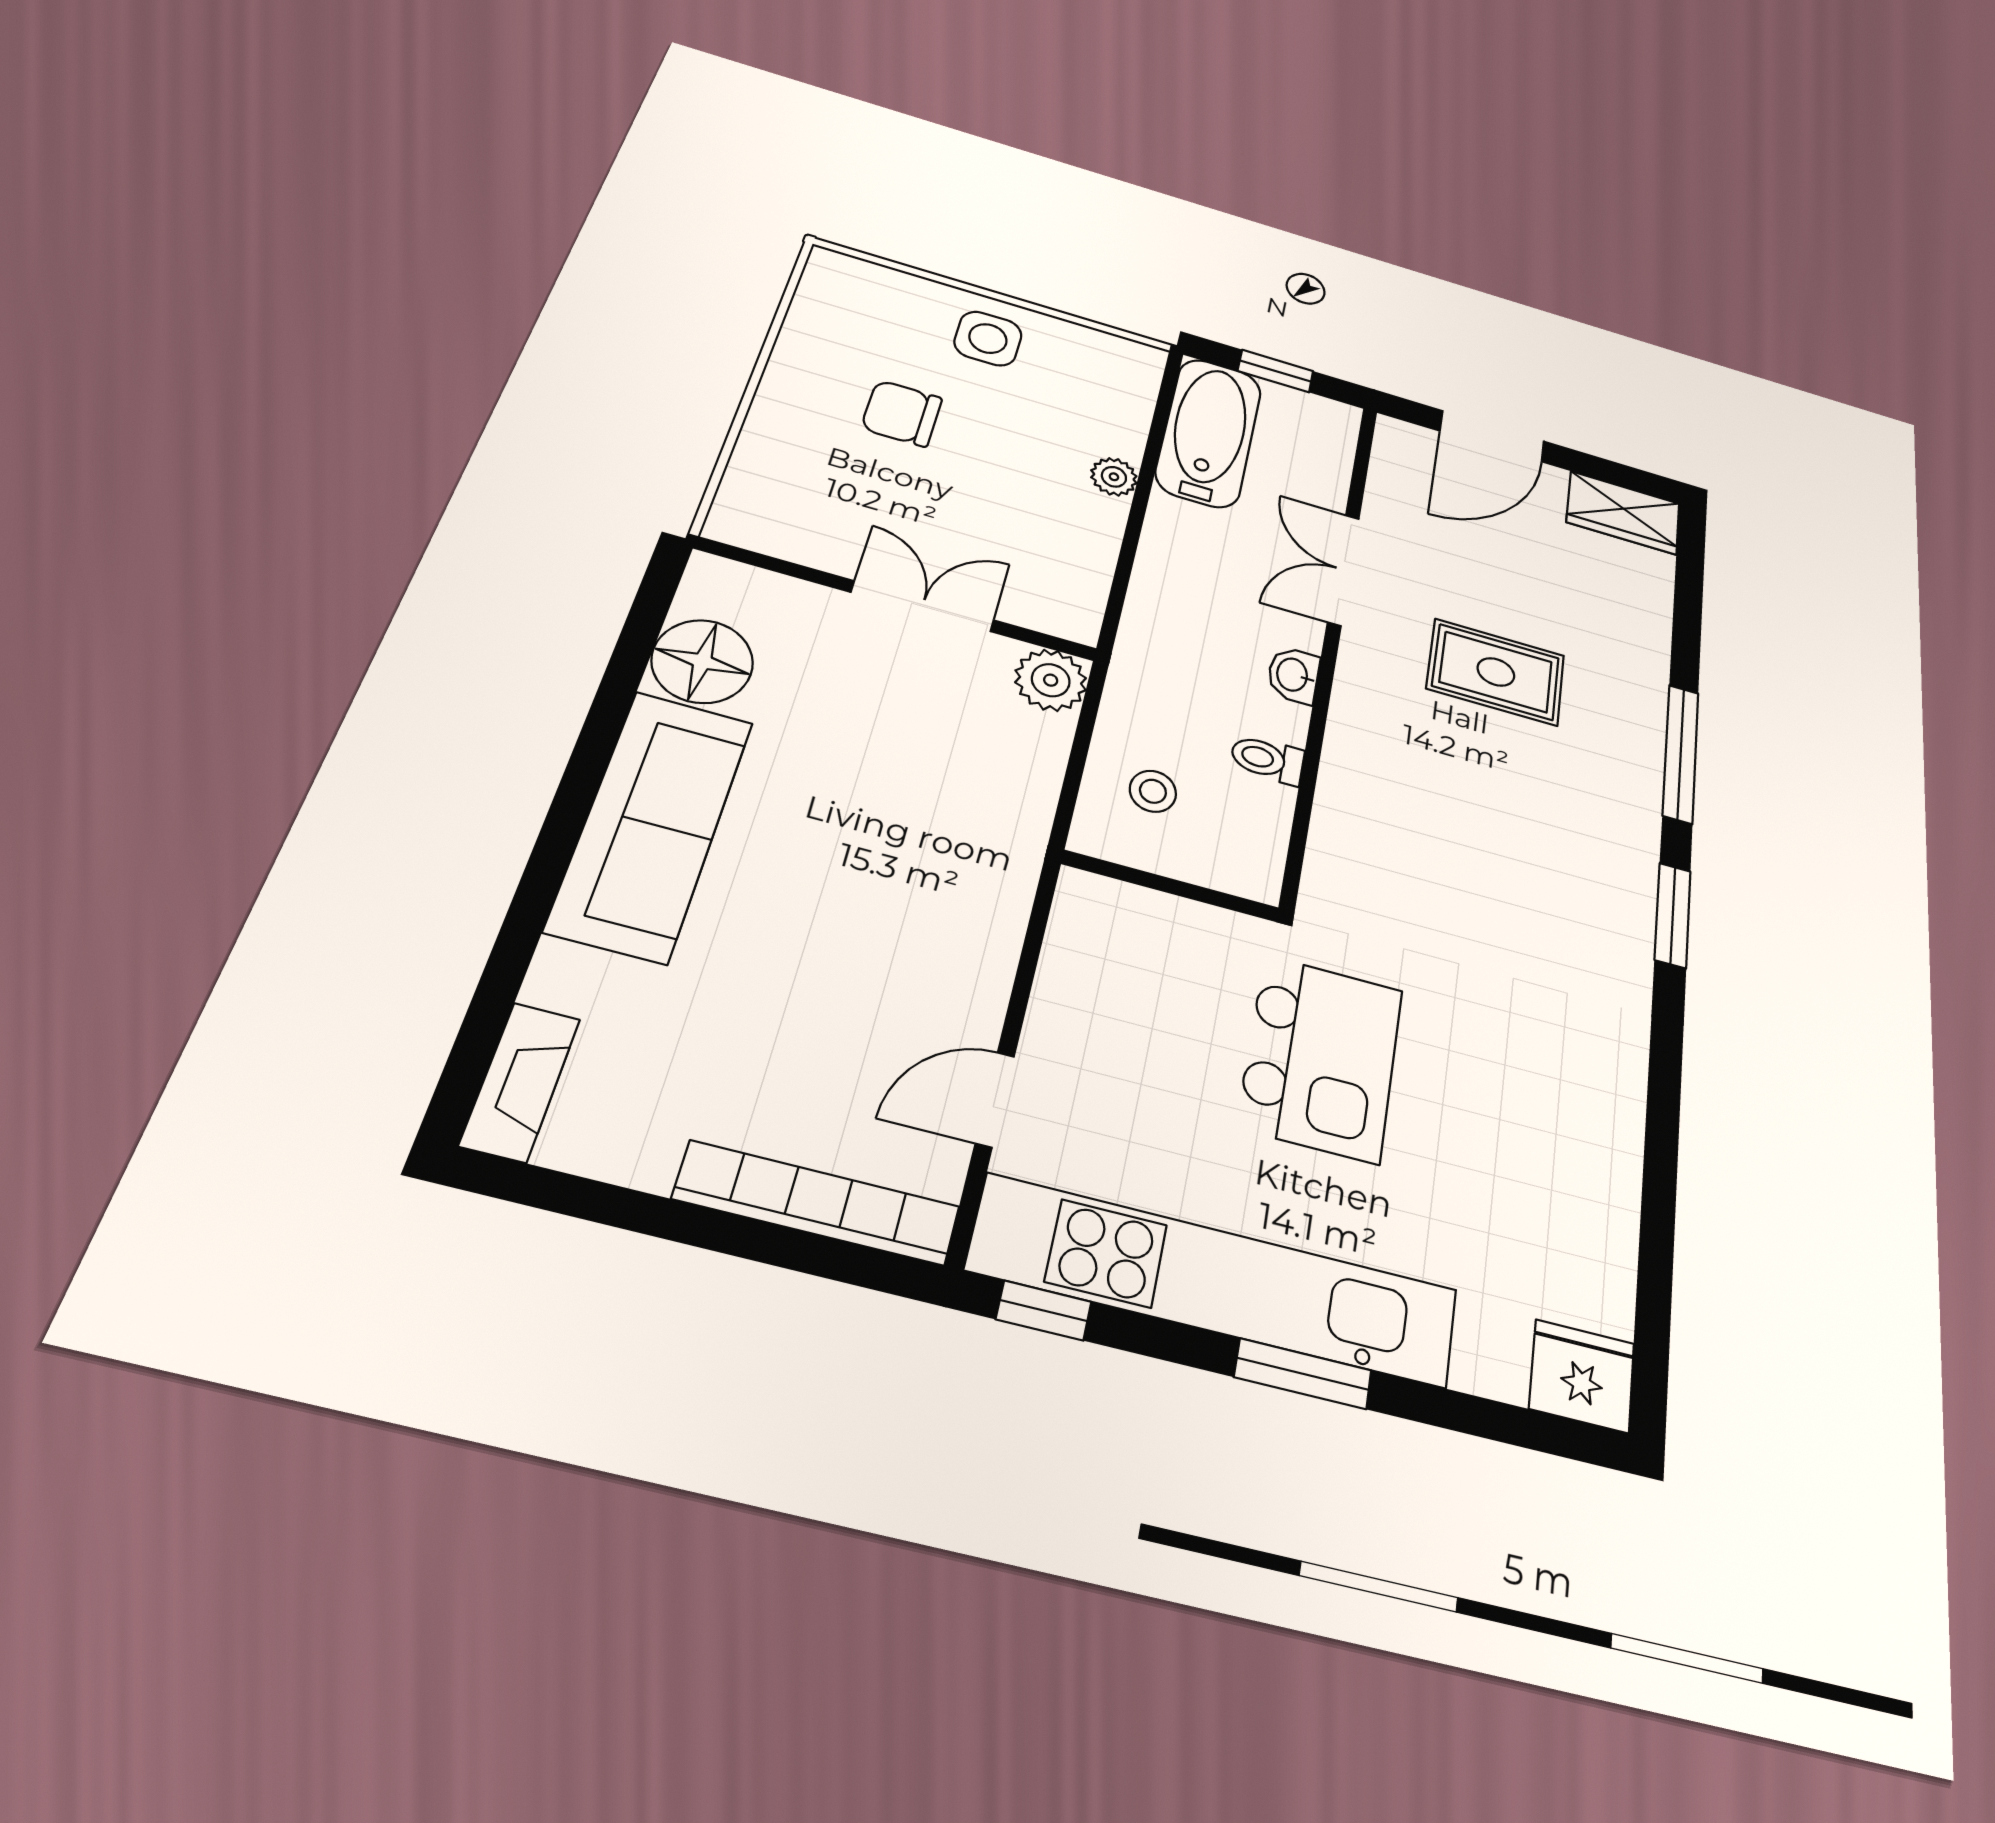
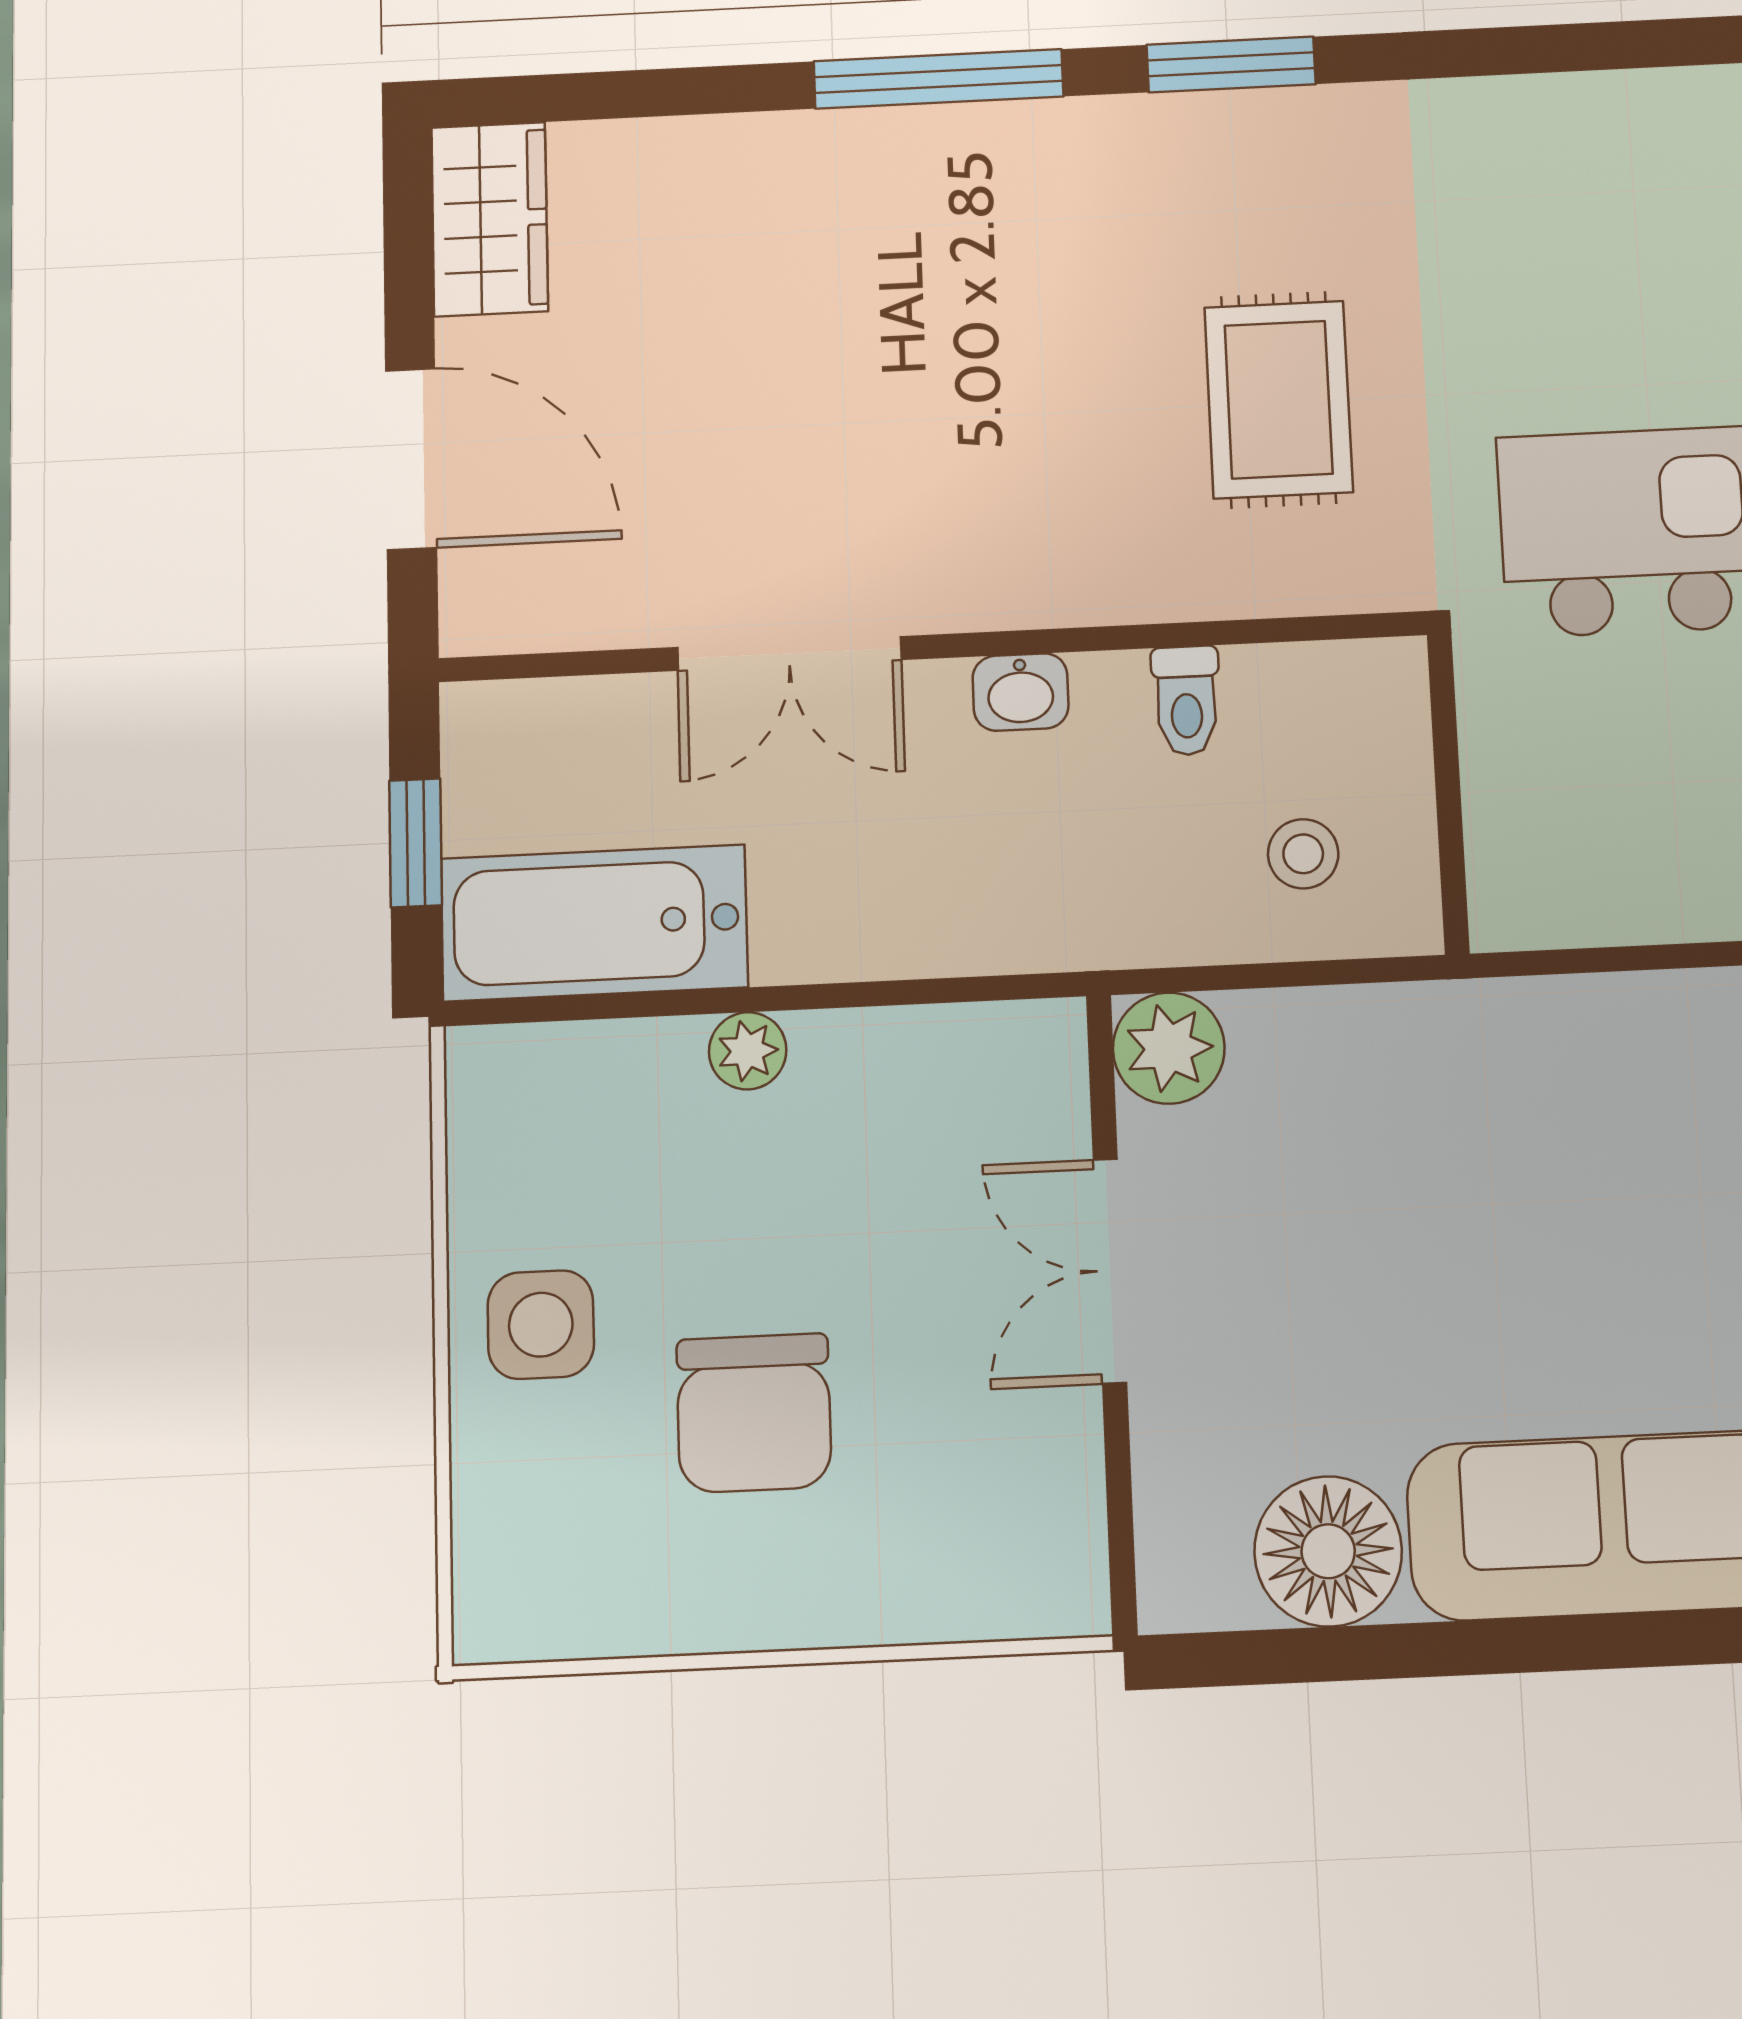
chair: (902, 413) -> (754, 1413), width x1.37, depth x1.37
rug: (1496, 672) -> (1279, 400), moved

